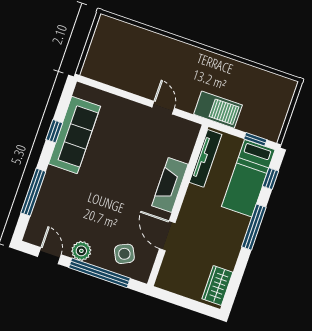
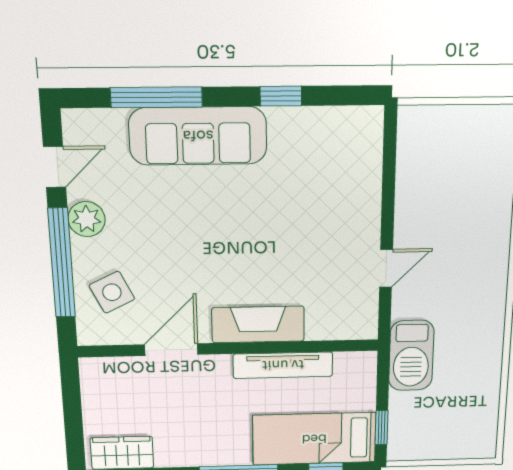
sofa: (74, 135) -> (198, 136), moved
tv unit: (206, 158) -> (283, 365), moved

